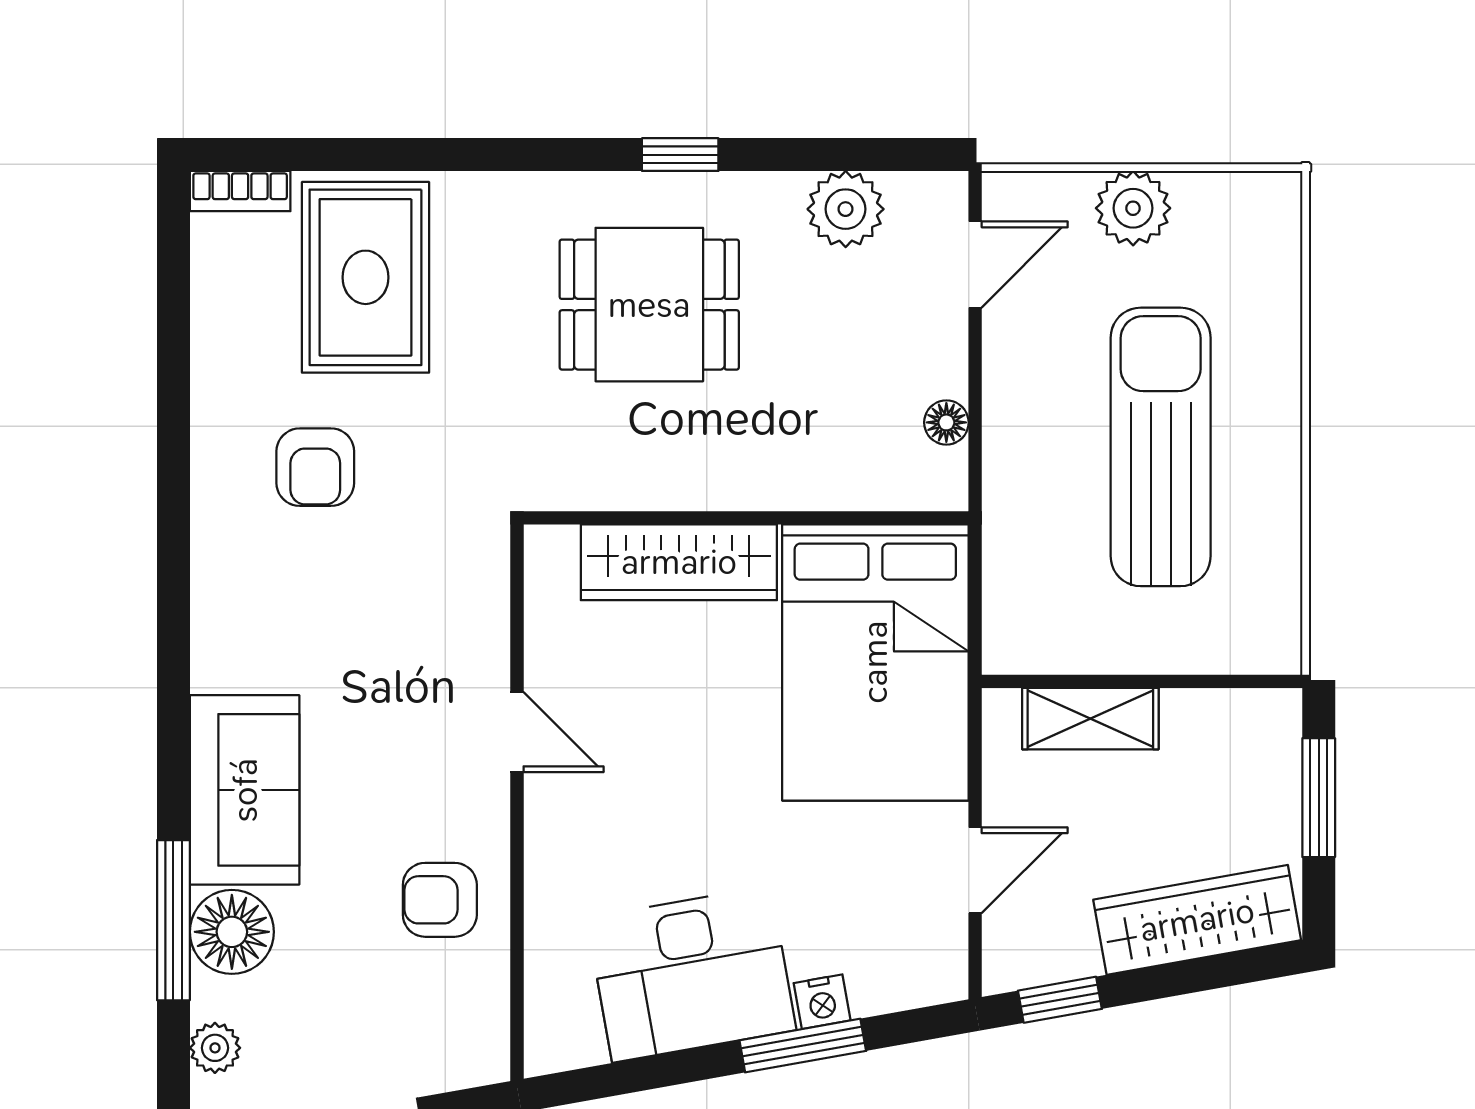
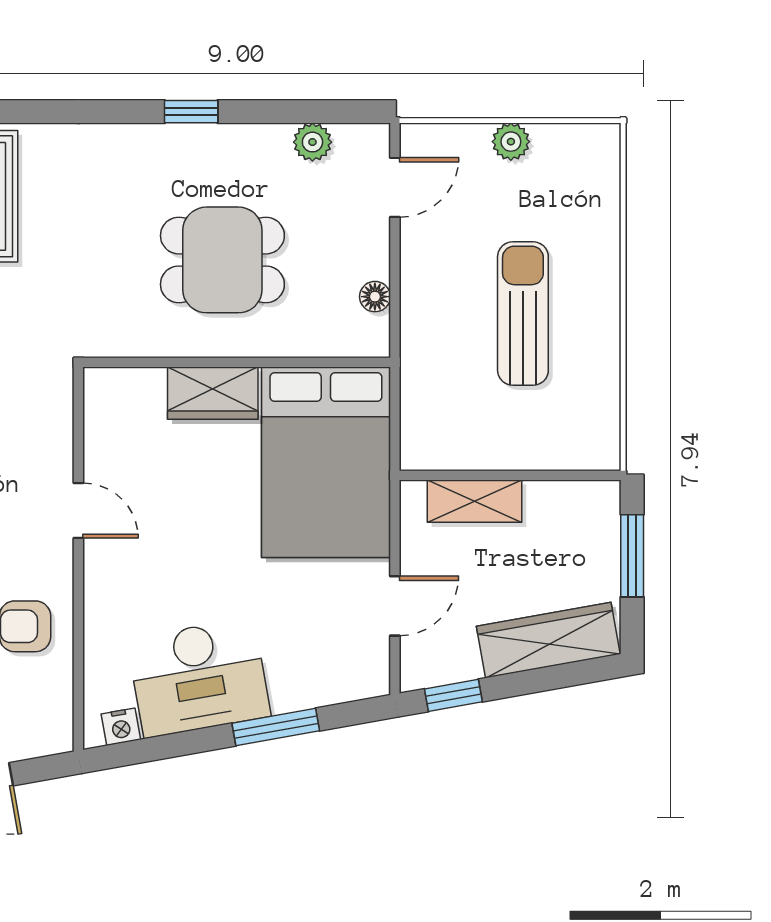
plant: (1133, 208) -> (511, 142), width x0.73, depth x0.73
plant: (846, 209) -> (312, 142), width x0.73, depth x0.73
dining table: (649, 305) -> (222, 260), moved
sun lounger: (1161, 447) -> (523, 313), width x0.73, depth x0.75
wardrobe: (679, 562) -> (213, 393), width x0.67
nightstand: (822, 1002) -> (121, 727), moved

